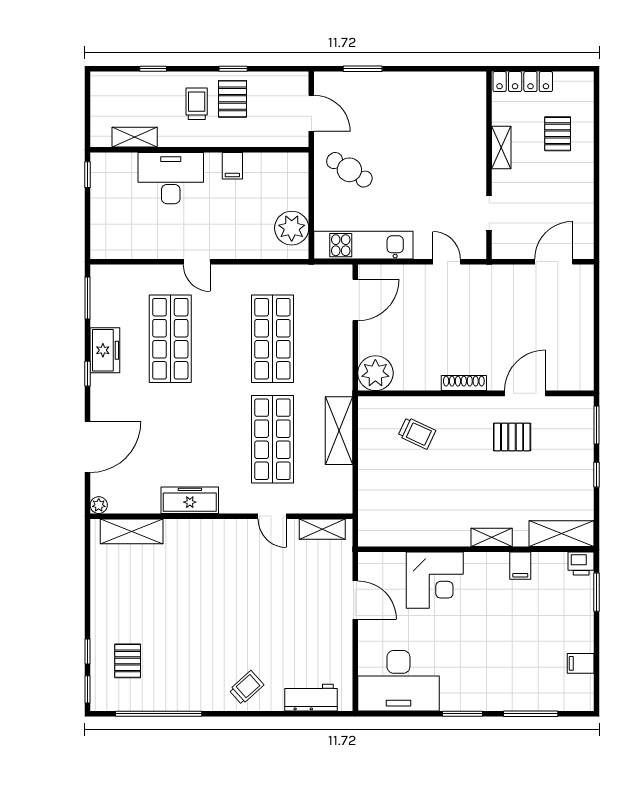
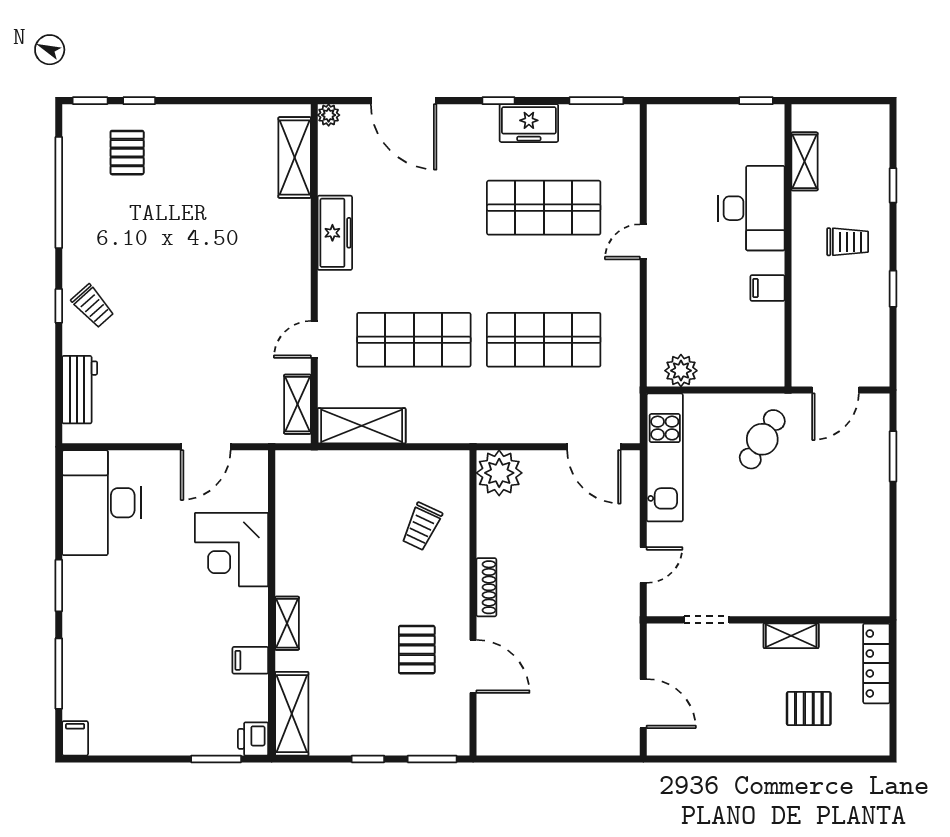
pallet: (233, 99) -> (854, 288), removed
plant: (292, 228) -> (681, 371), width x0.73, depth x0.73
shelving: (339, 431) -> (362, 426), moved
pallet: (128, 661) -> (127, 153), turned 90
filing cabinet: (581, 663) -> (75, 738), moved
window: (246, 714) -> (59, 306), added

